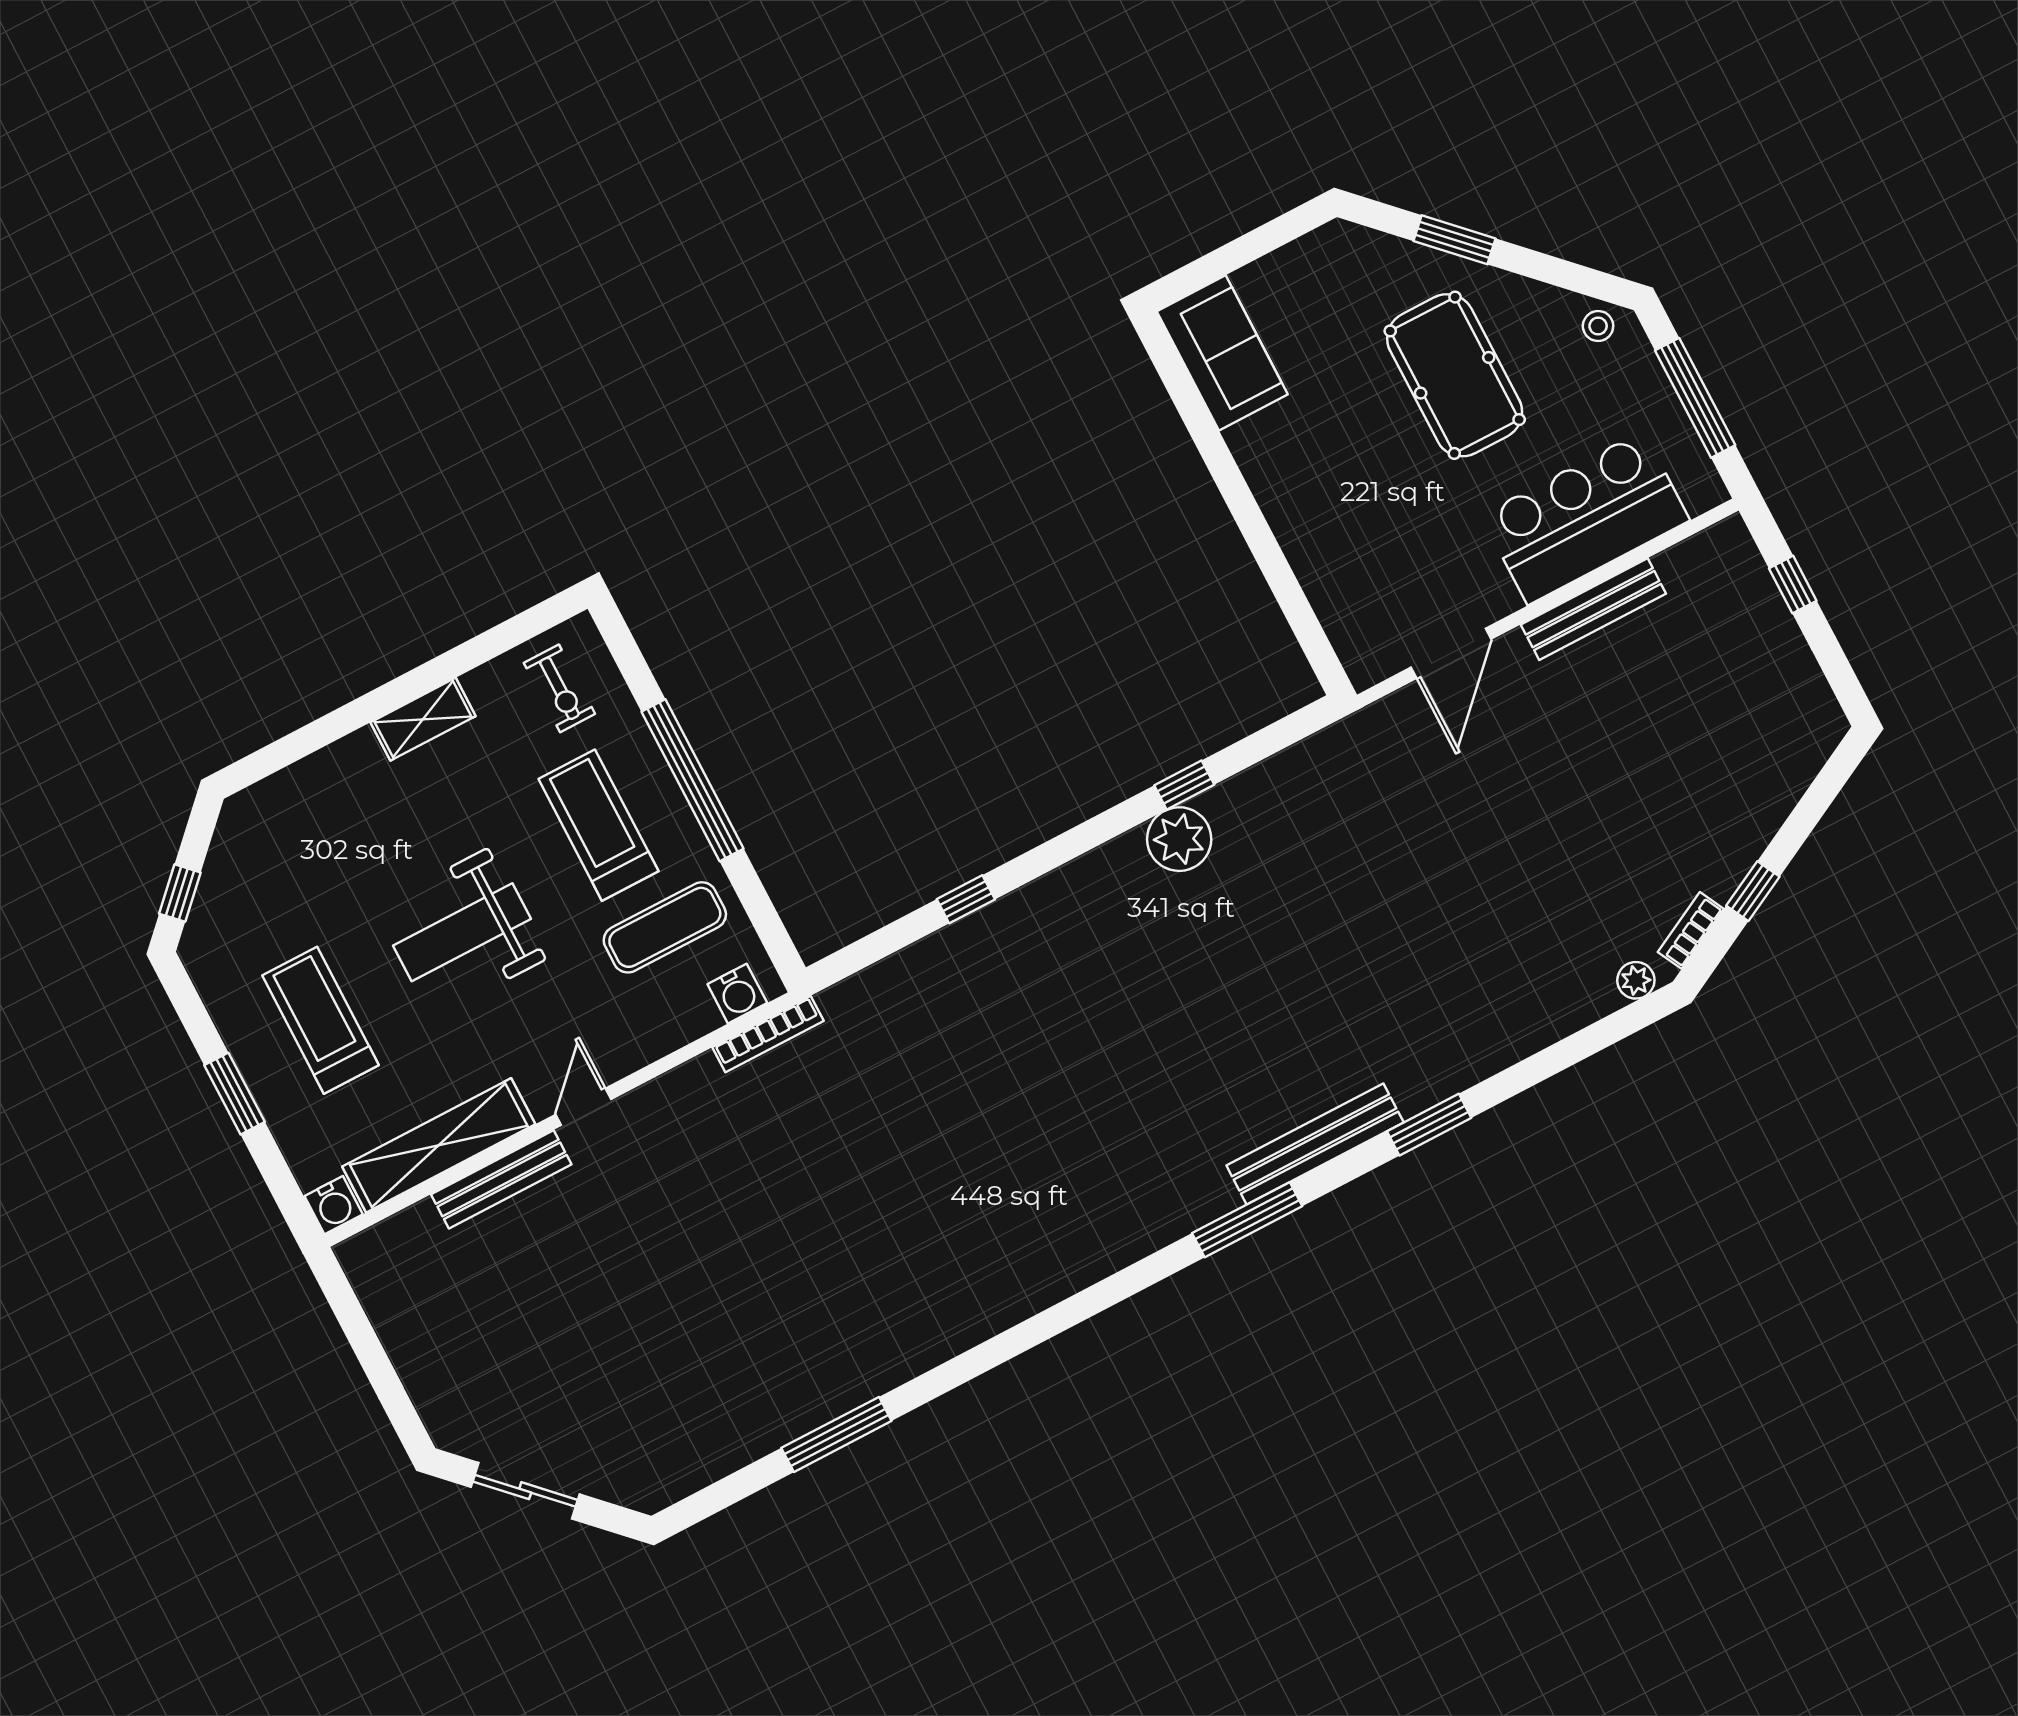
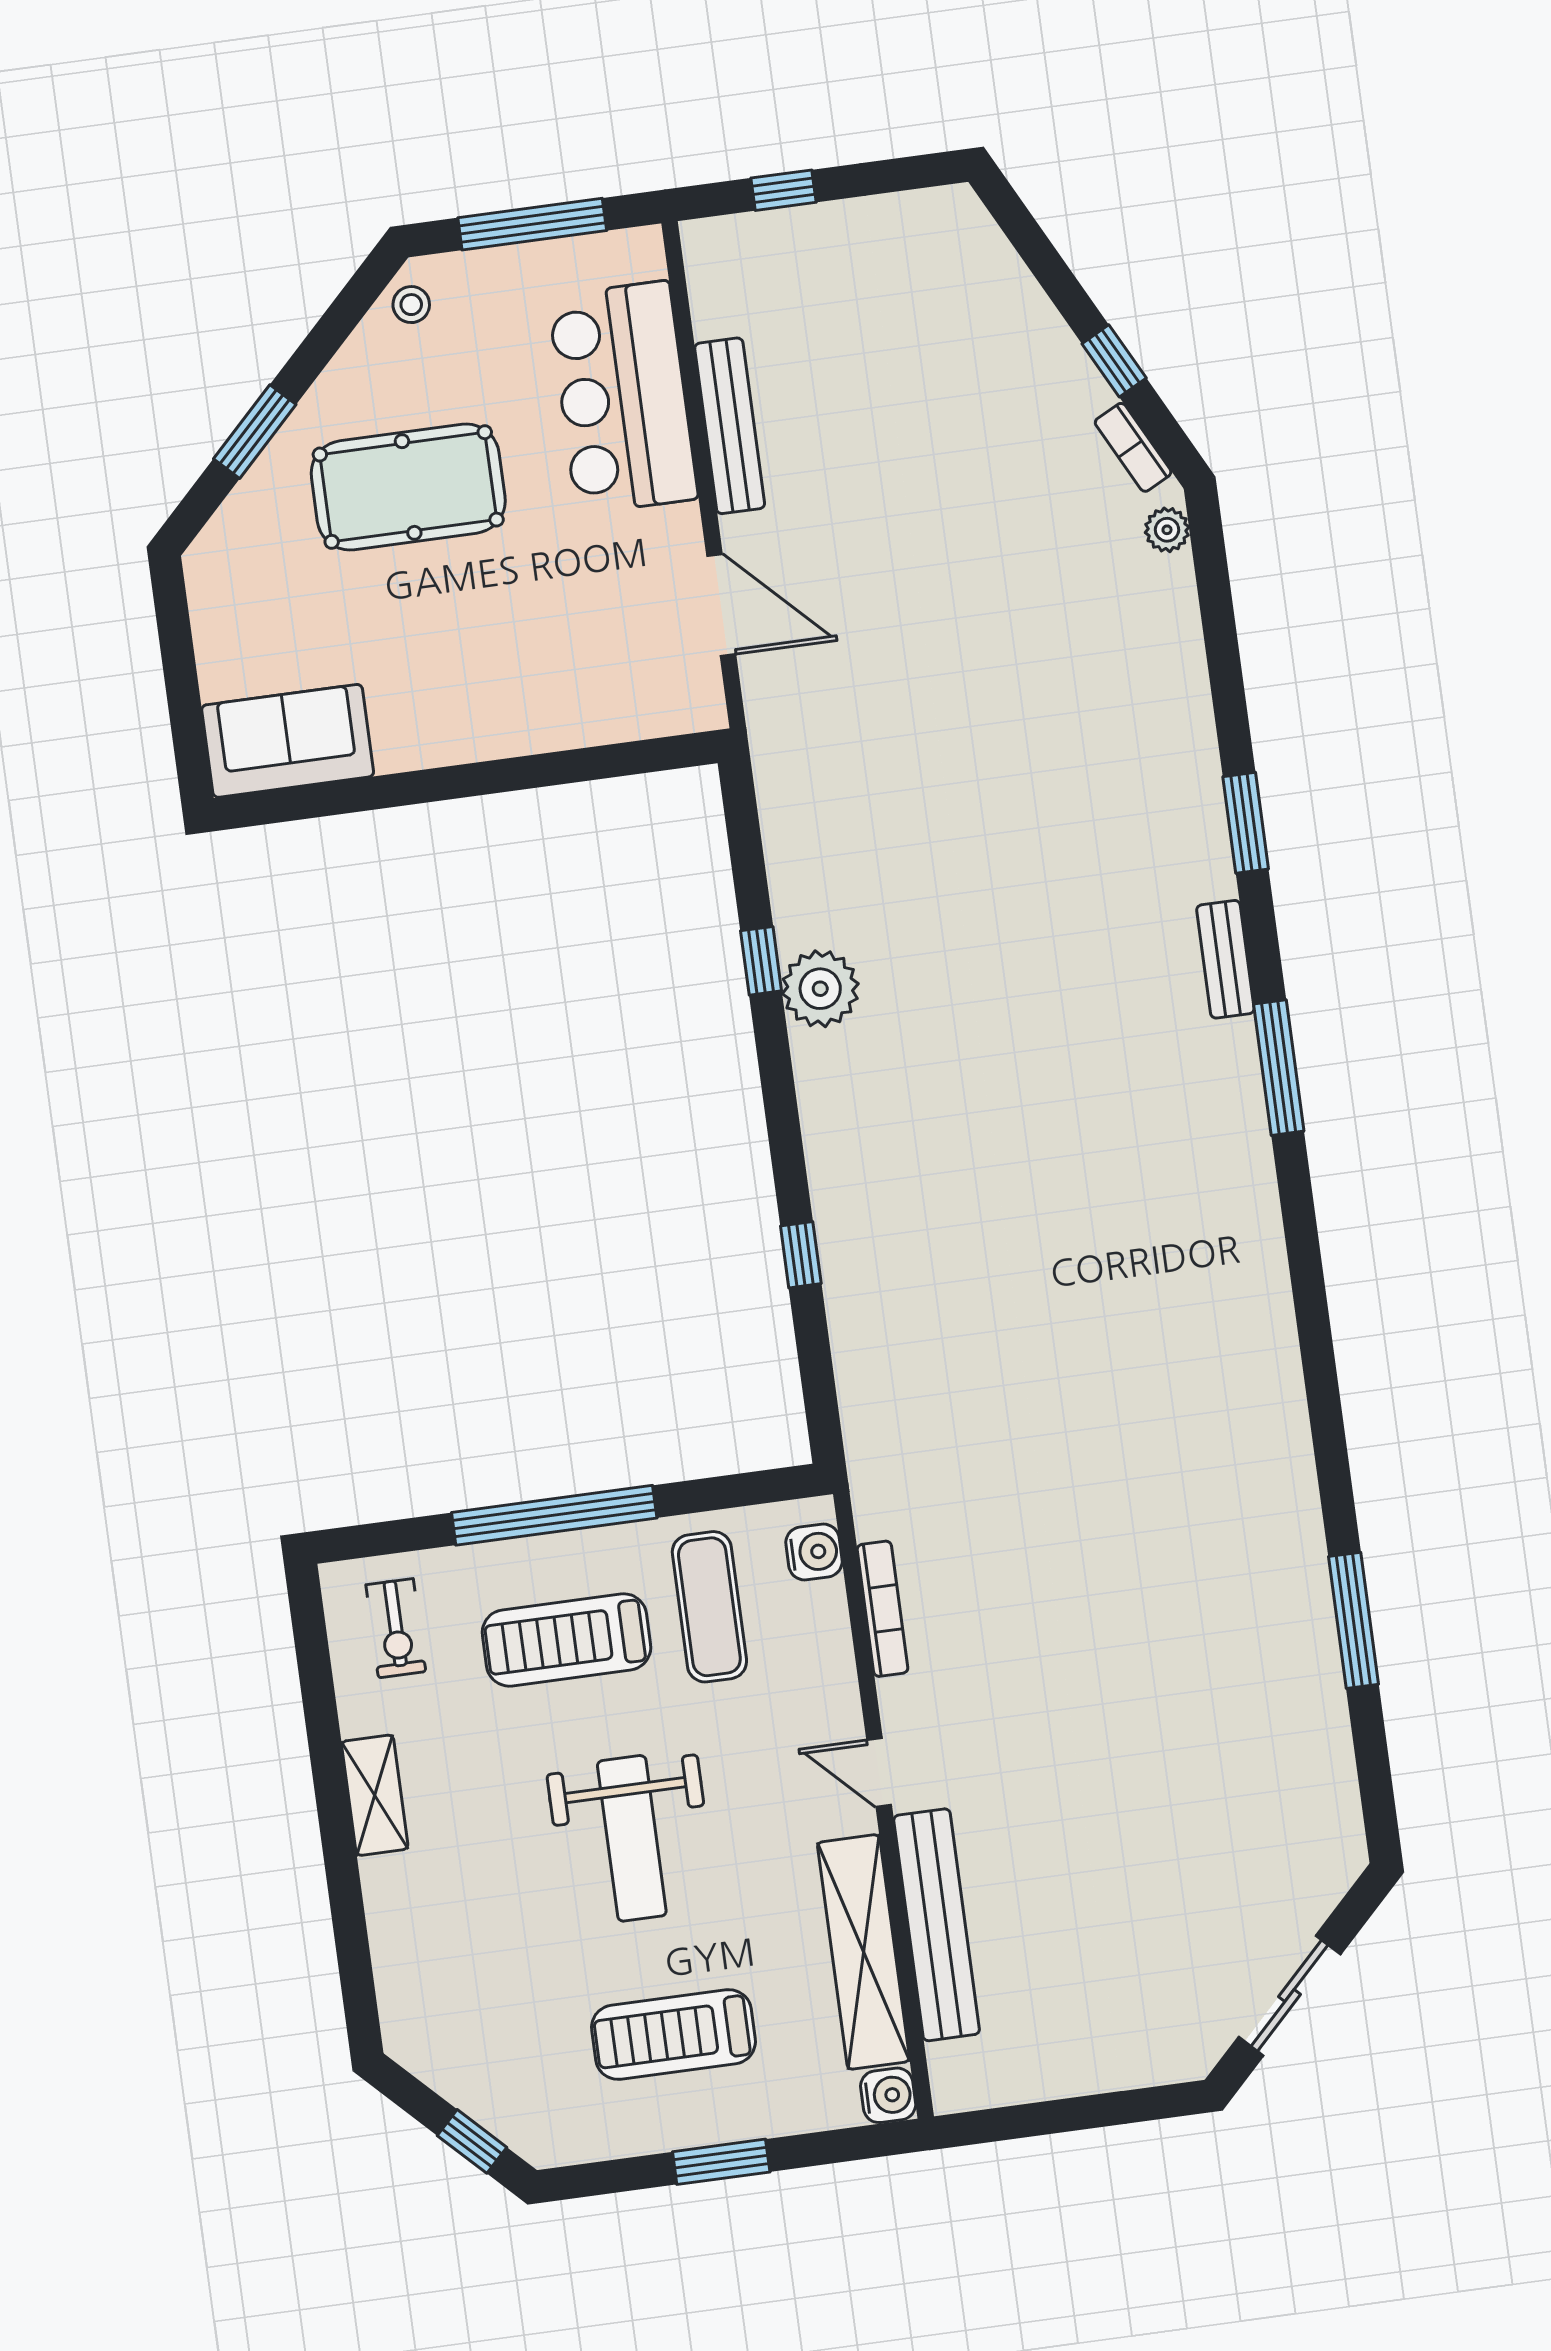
exercise bike: (559, 688) -> (396, 1628), turned 90
bookcase: (768, 1034) -> (882, 1609), moved
bench: (1315, 1144) -> (1225, 959), width x0.54, depth x0.82
bench: (501, 1179) -> (937, 1925), width x1.37, depth x1.21

